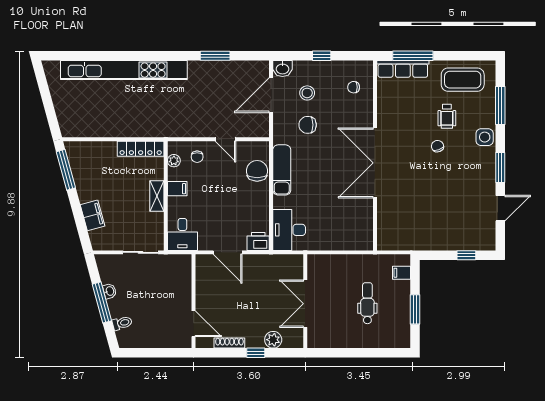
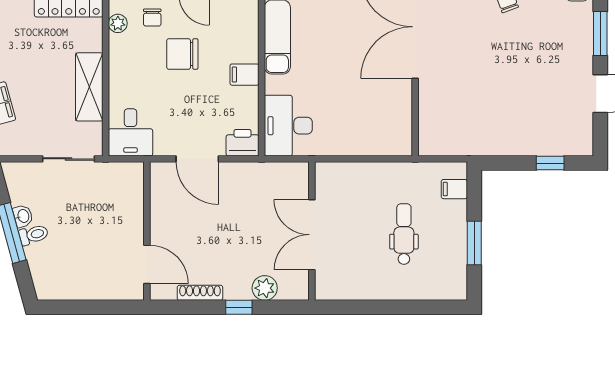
chair: (257, 171) -> (182, 54), moved, turned -90
filing cabinet: (177, 189) -> (244, 75), moved, turned 180
shelving: (157, 196) -> (89, 87), width x1.50, depth x1.33
toilet: (122, 323) -> (34, 235), moved

